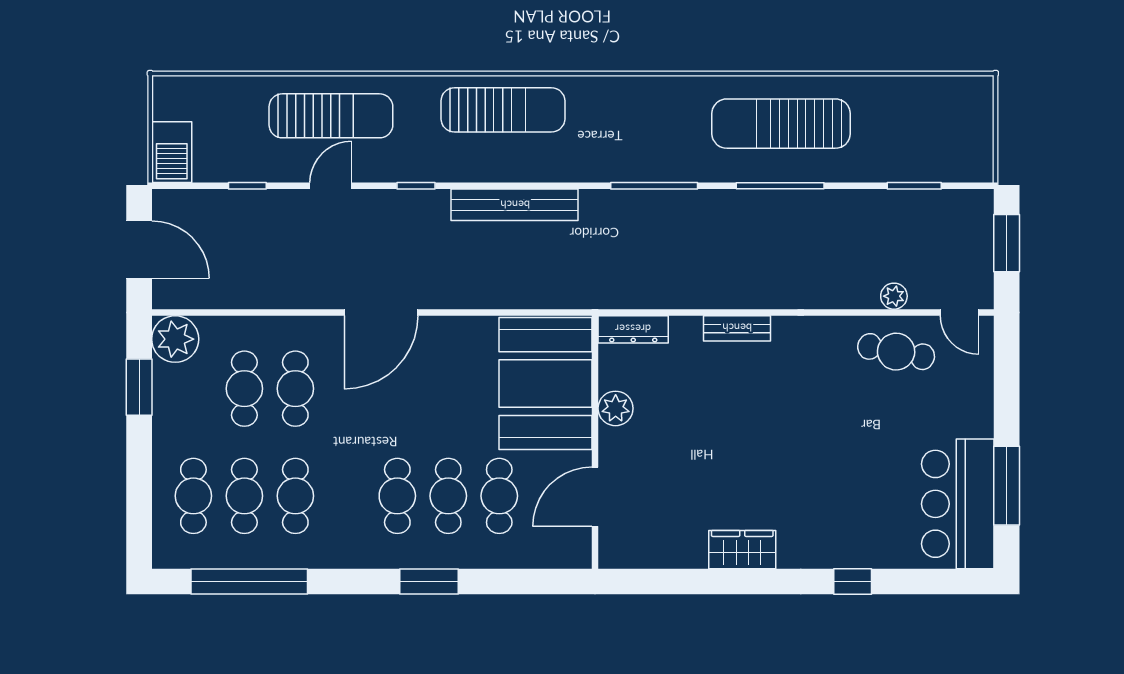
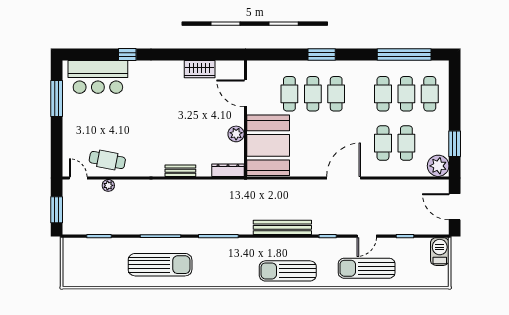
door: (595, 497) -> (245, 93), swing flipped
bar counter: (958, 504) -> (98, 77), moved, turned 90
wardrobe: (742, 550) -> (200, 69), moved

